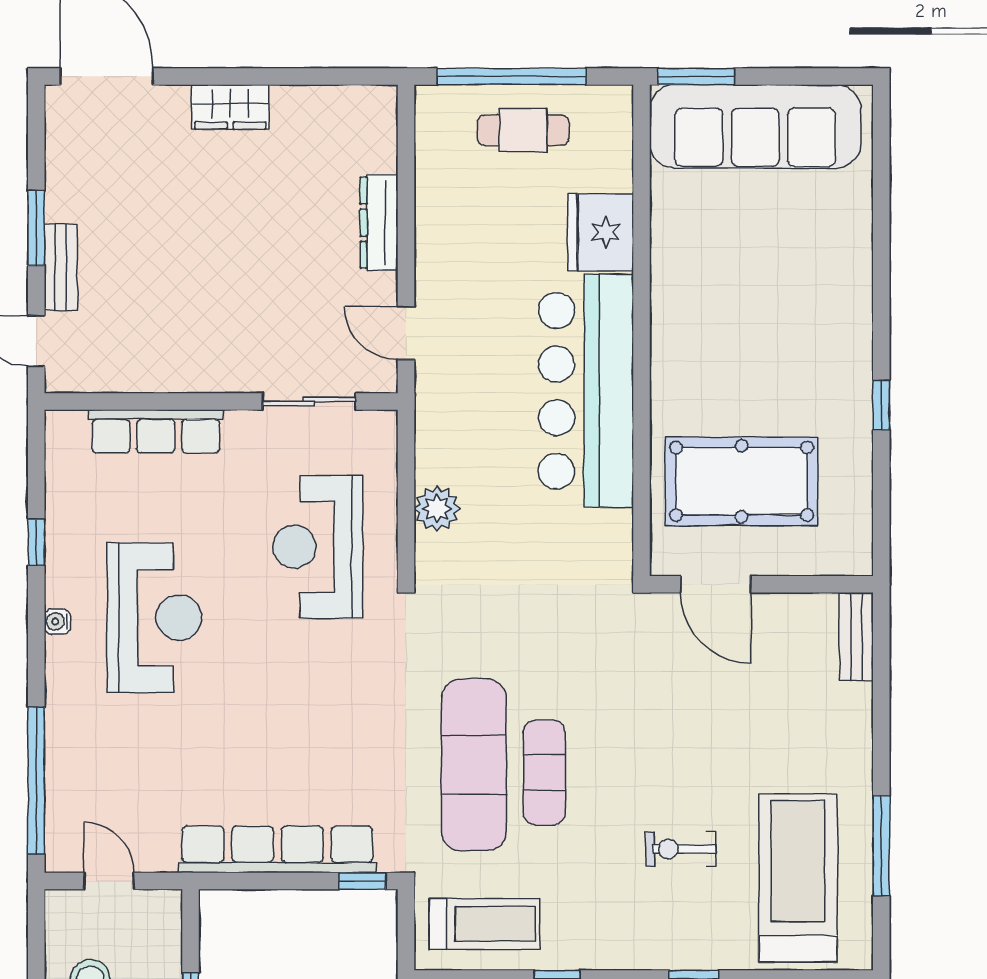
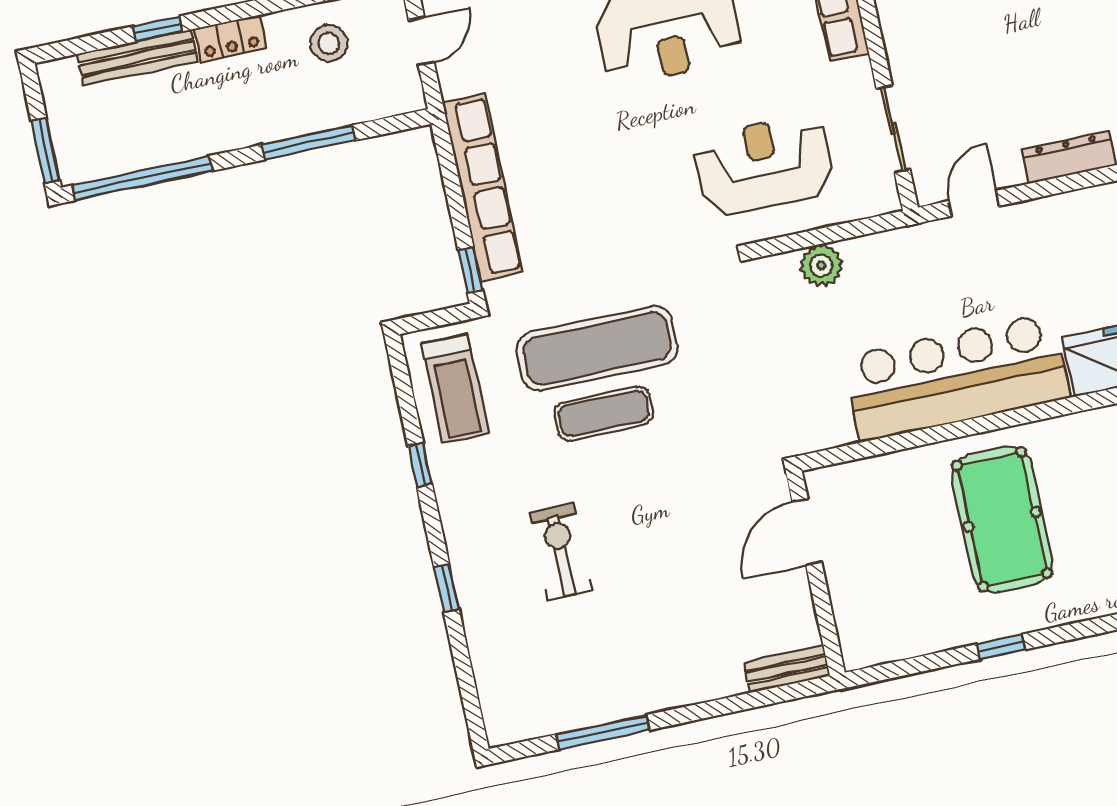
pool table: (742, 481) -> (1002, 519), moved
exercise bike: (681, 849) -> (561, 552), width x1.38, depth x1.39
treadmill: (798, 878) -> (558, 663), removed

